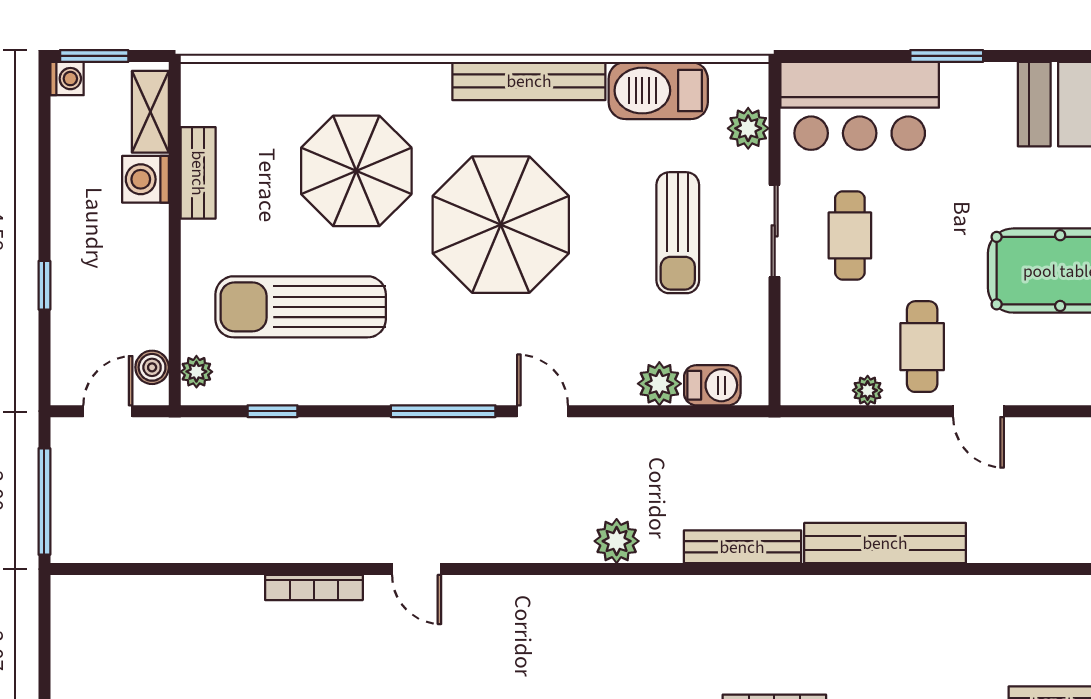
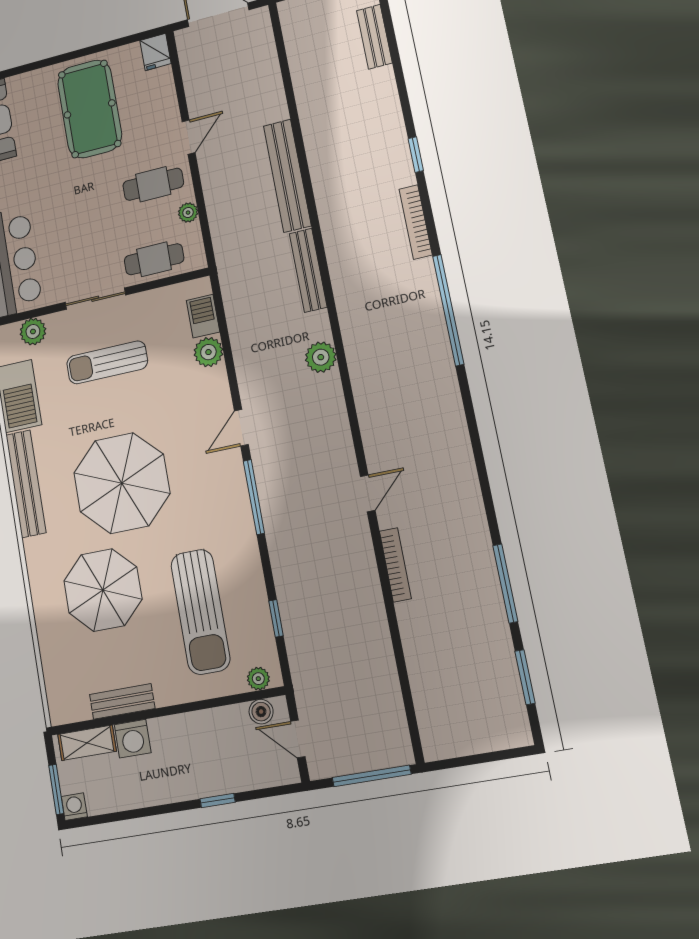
sun lounger: (678, 233) -> (107, 362), turned 180
cafe table: (850, 235) -> (154, 259), moved

